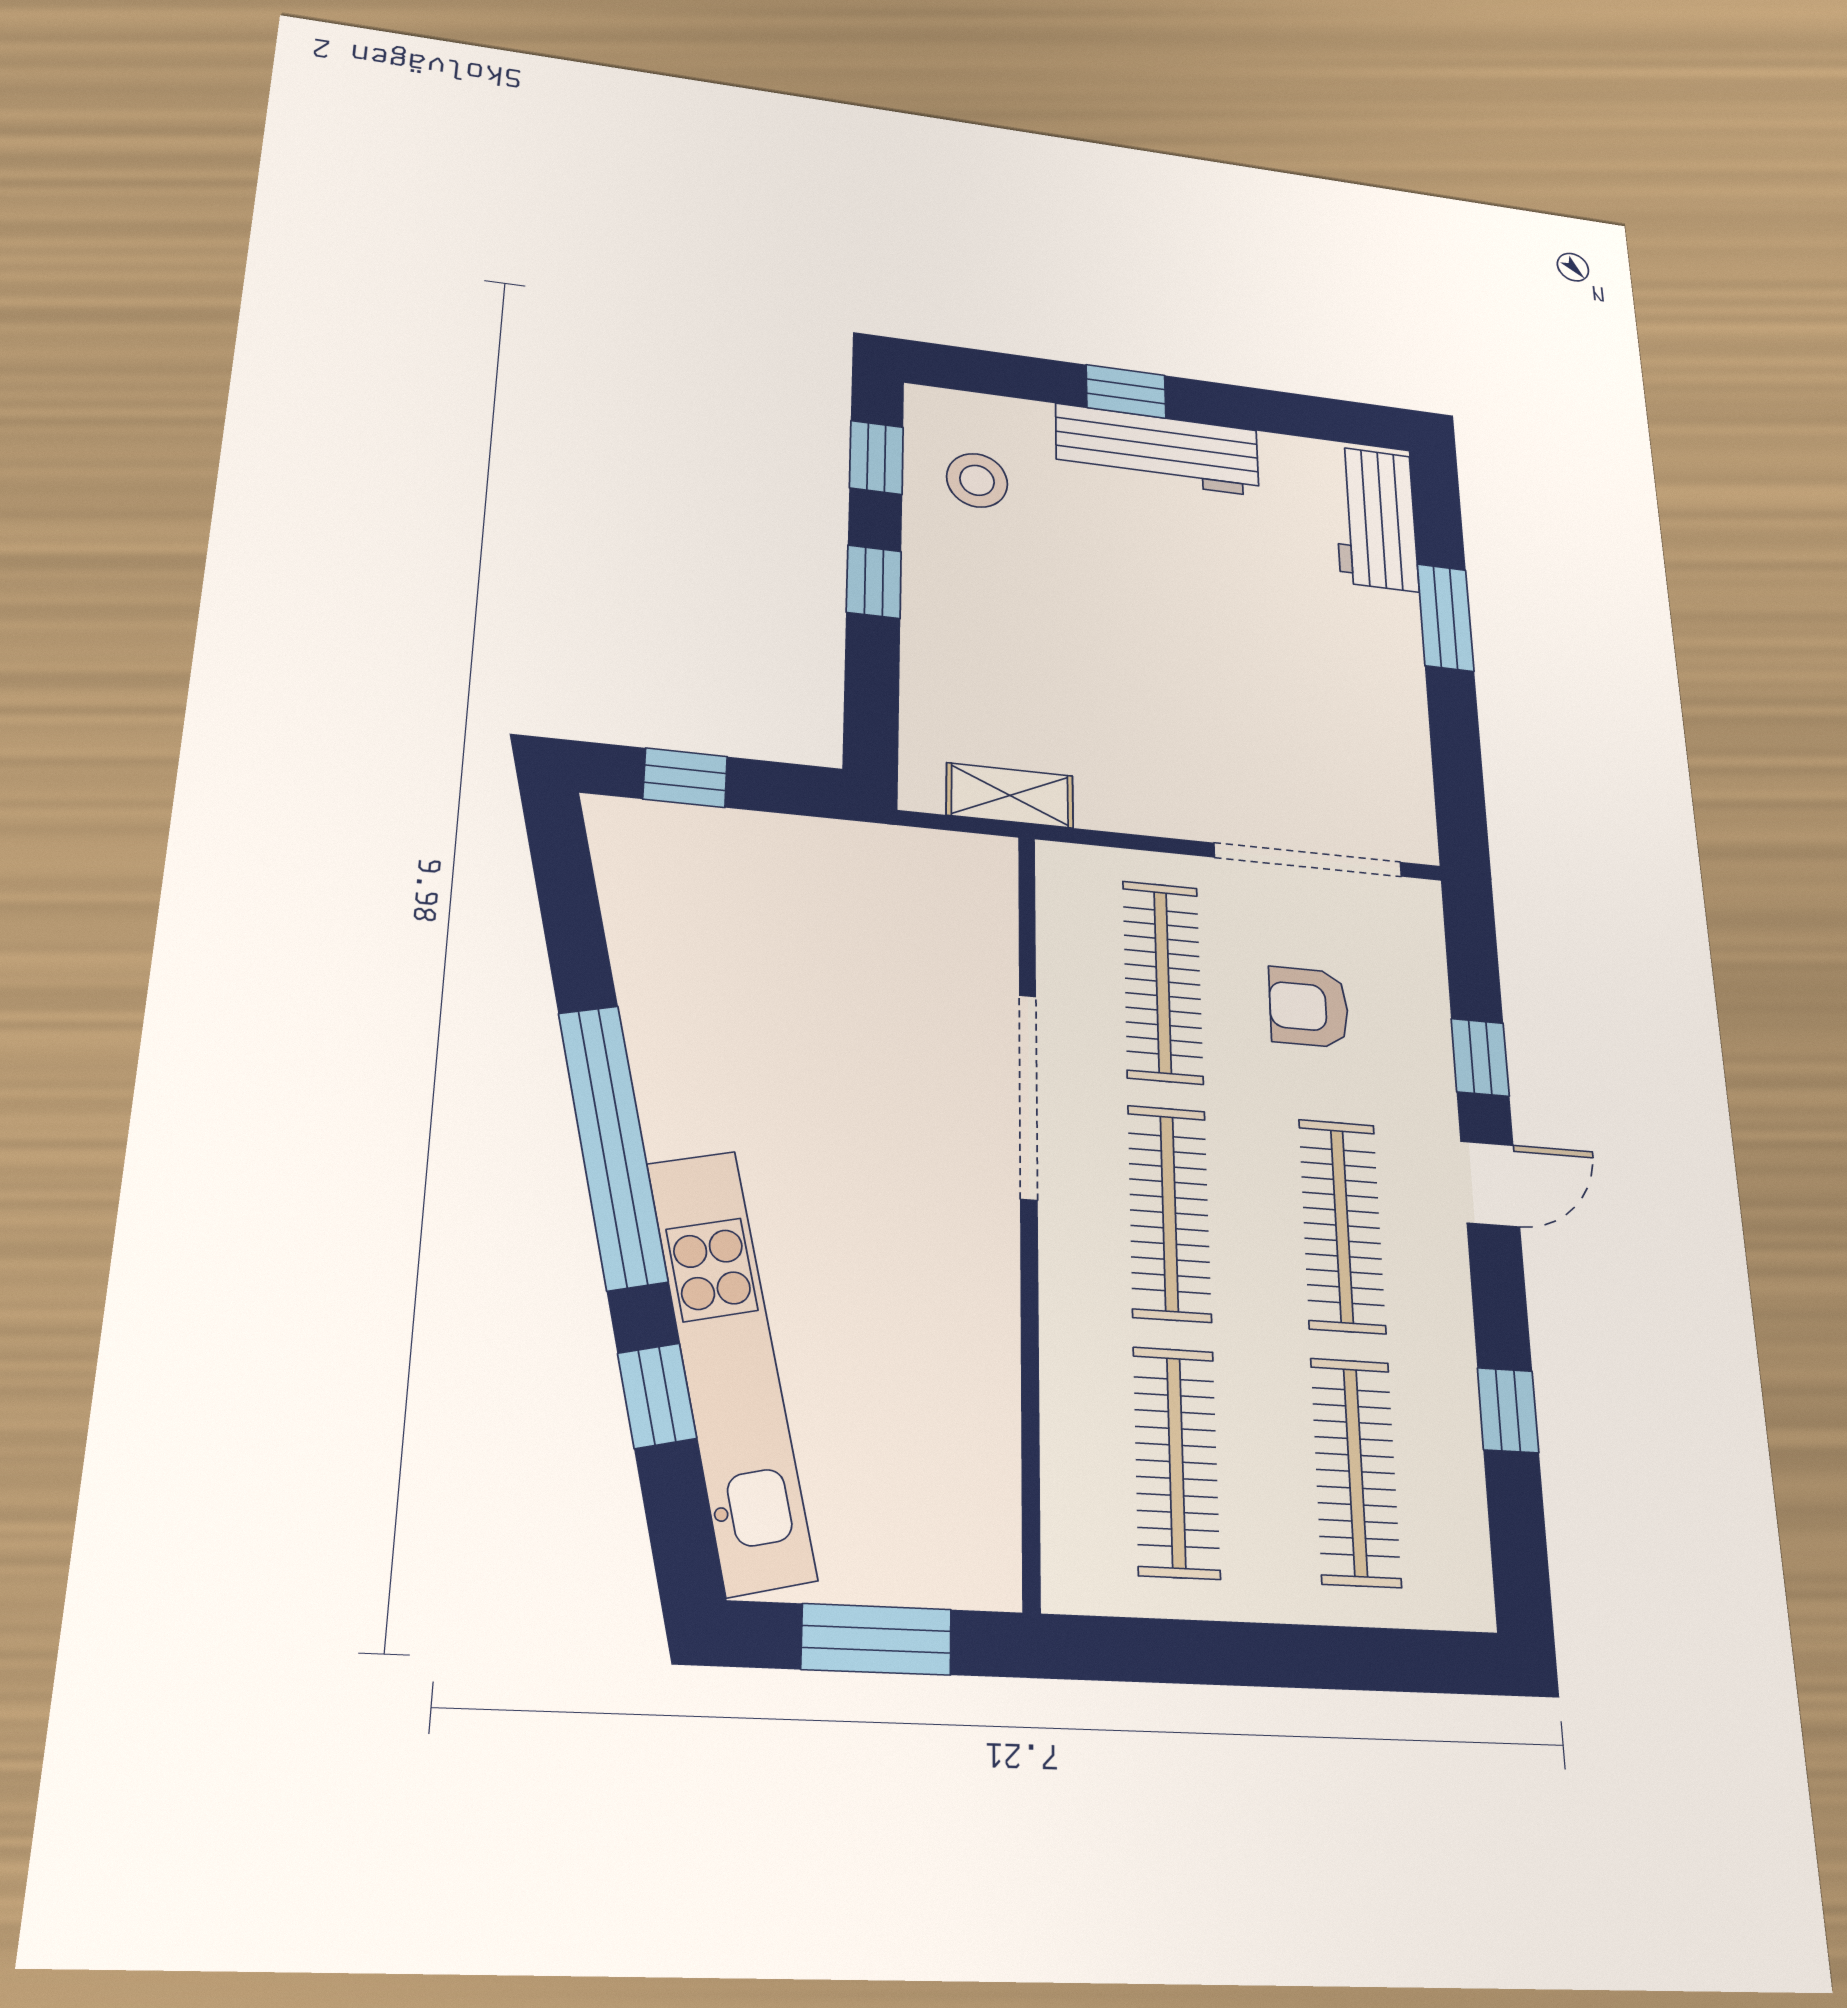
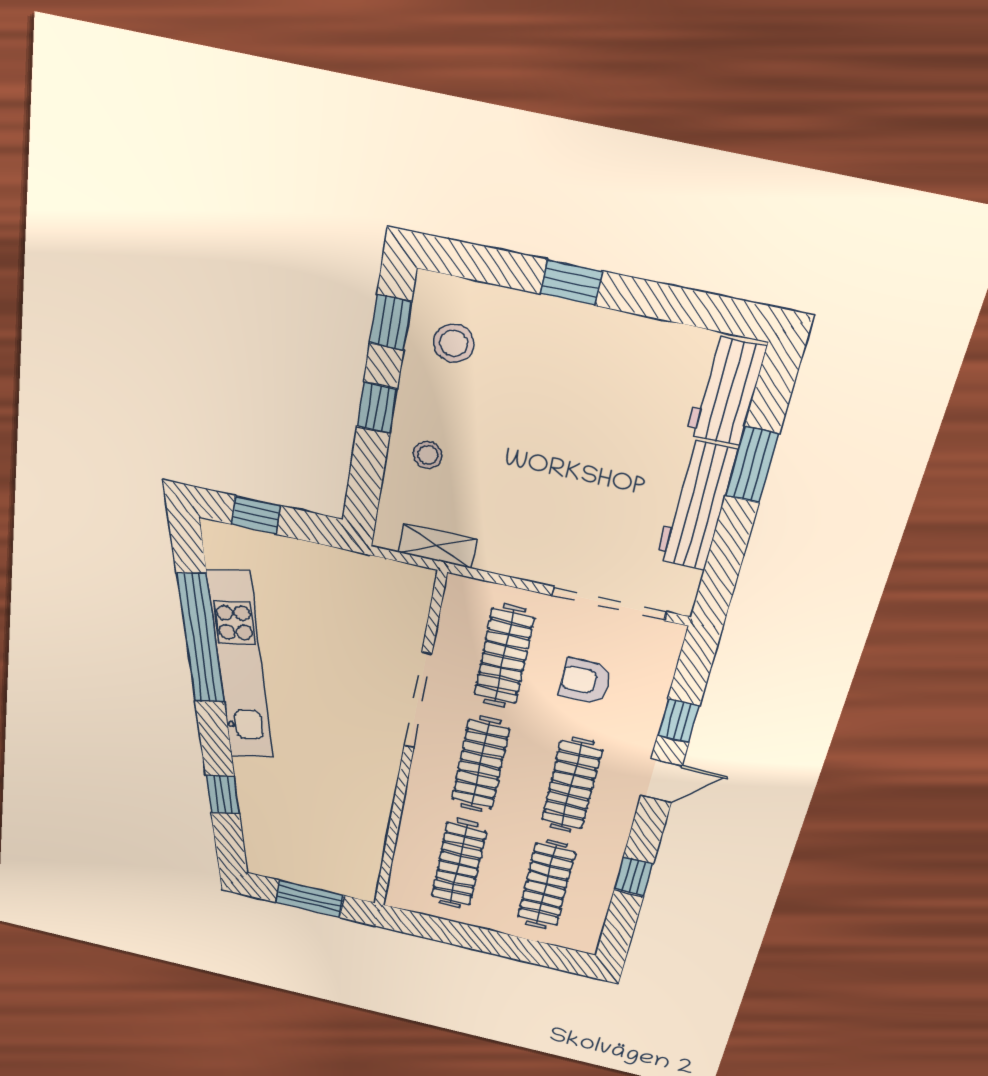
workbench: (1158, 450) -> (696, 505), moved, turned 90
stool: (967, 648) -> (428, 455), added
window: (612, 1146) -> (201, 638), moved
kitchen unit: (730, 1368) -> (240, 666), moved

